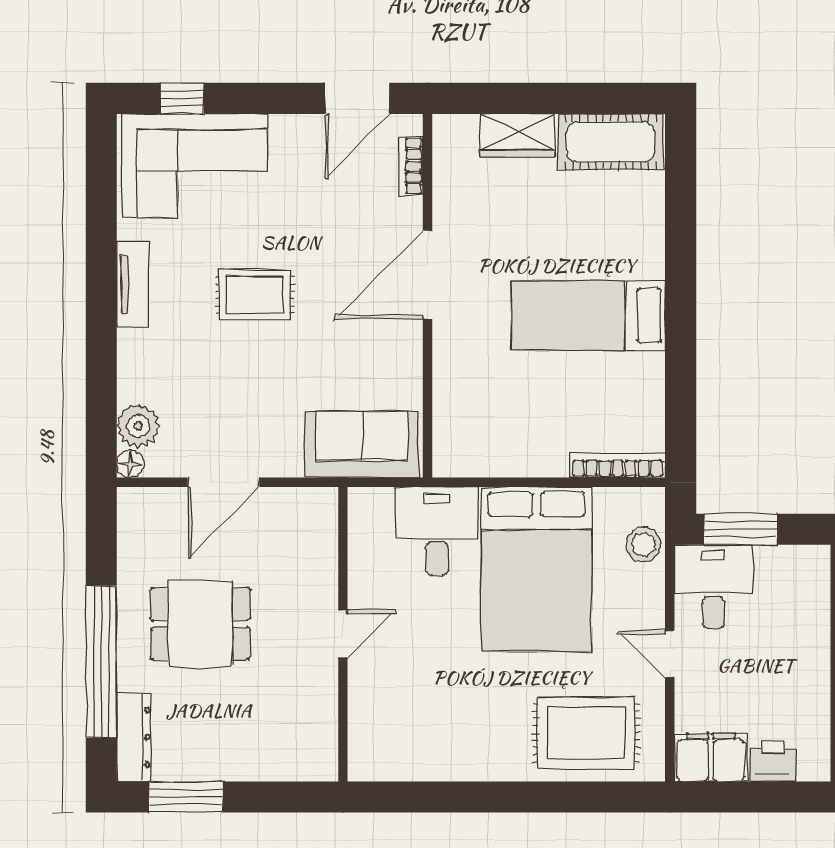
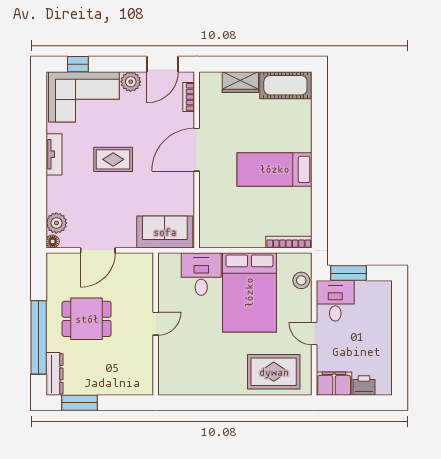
plant: (291, 134) -> (131, 82), added

